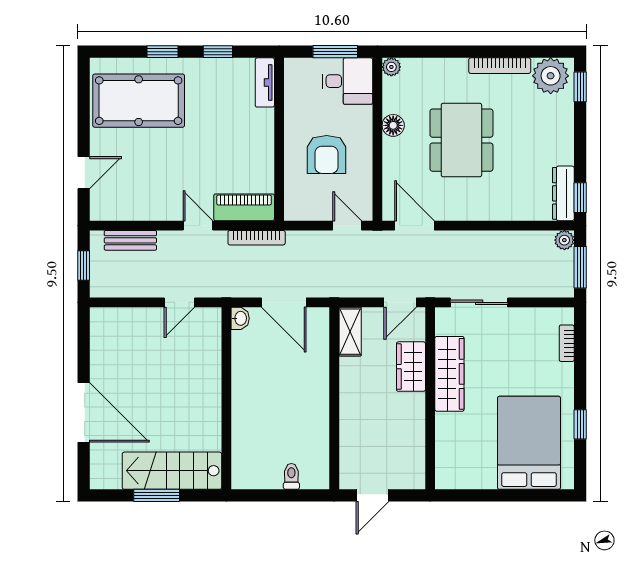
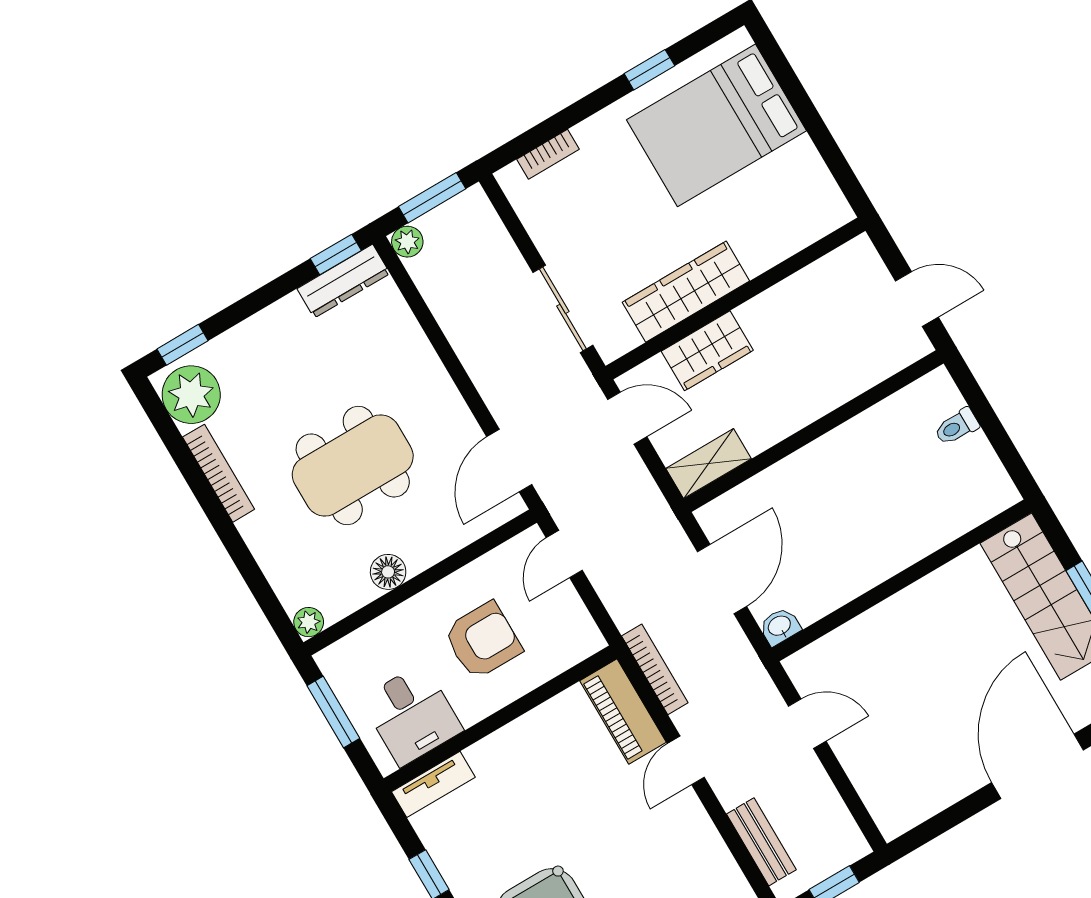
desk: (347, 81) -> (412, 715), moved, turned 180

